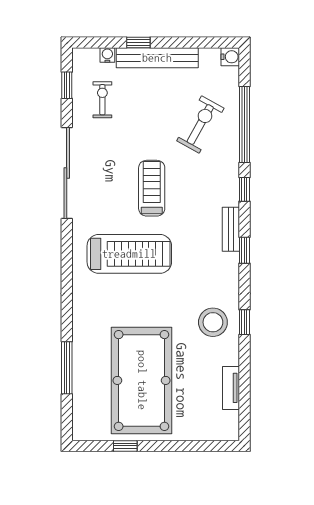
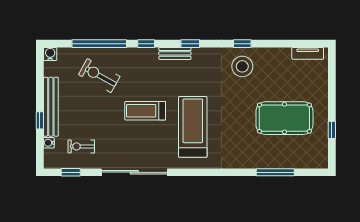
pool table: (142, 380) -> (284, 118), width x0.73, depth x0.76
tv unit: (231, 388) -> (308, 53), moved

